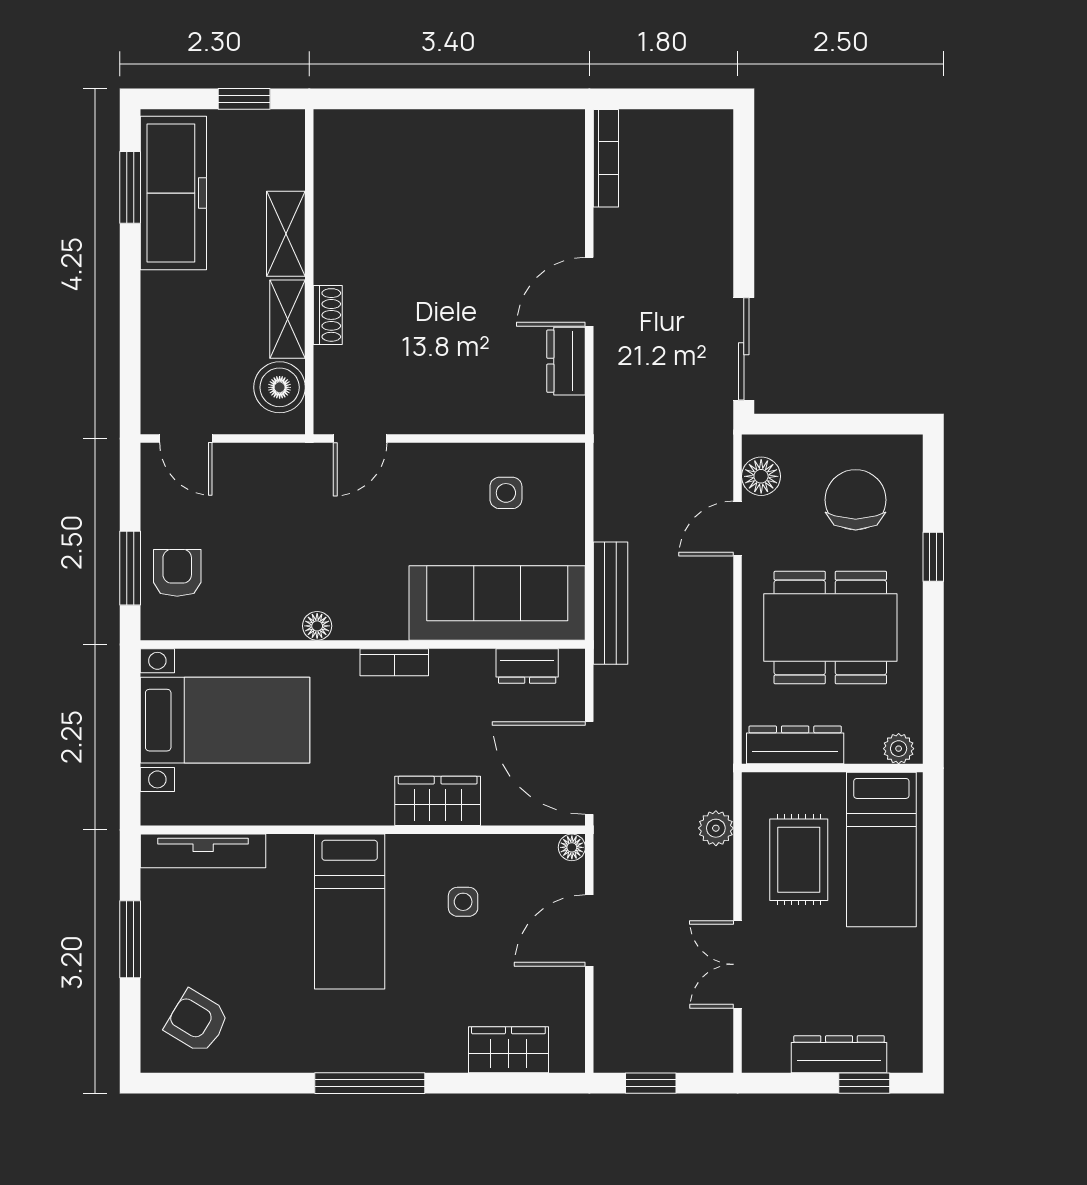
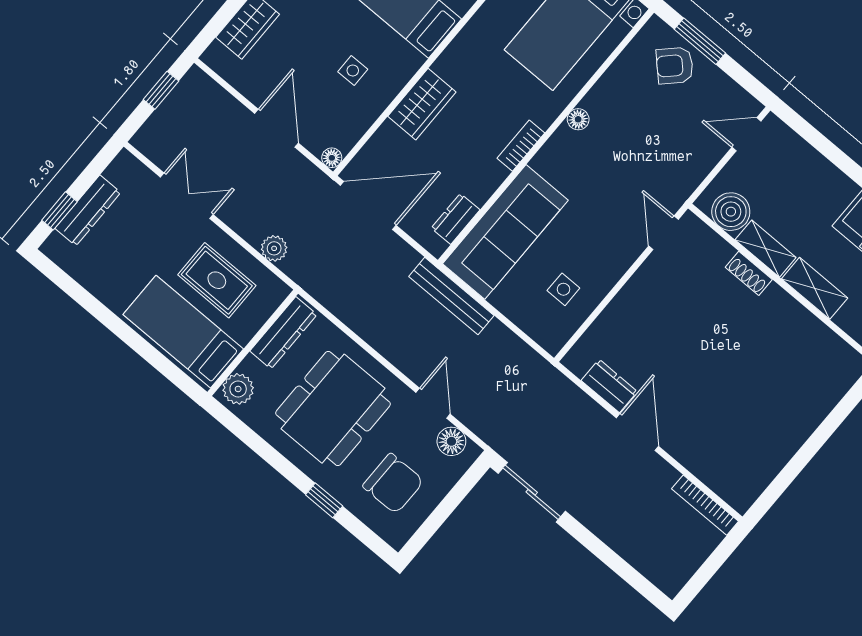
armchair: (177, 573) -> (675, 66), turned 135
plant: (899, 749) -> (238, 389), width x1.38, depth x1.38

